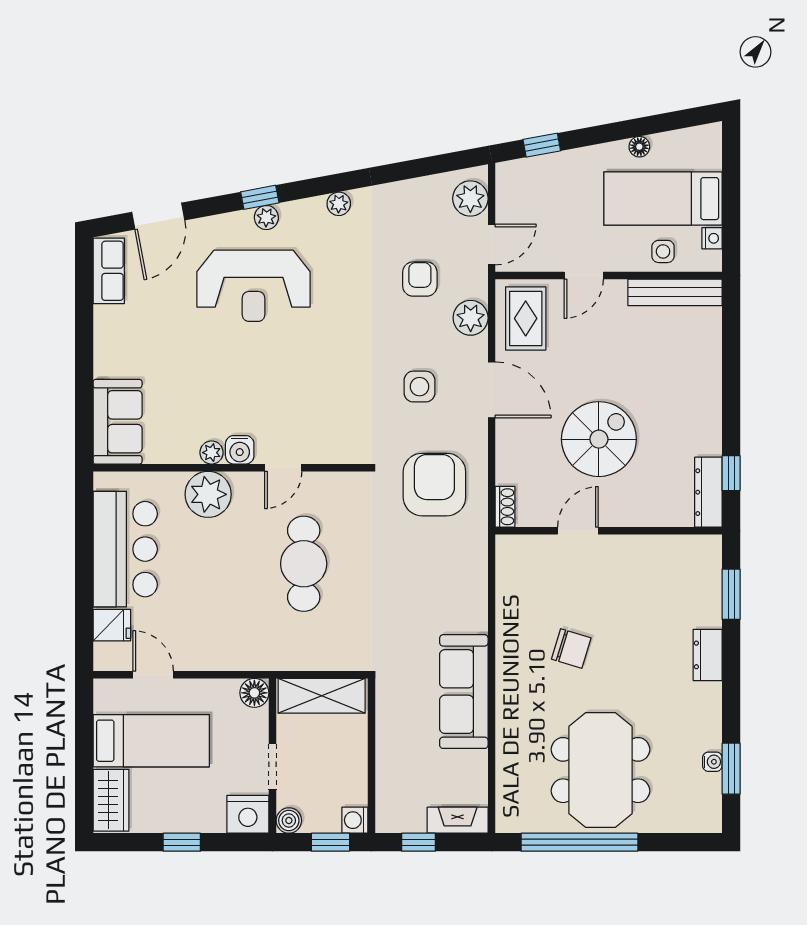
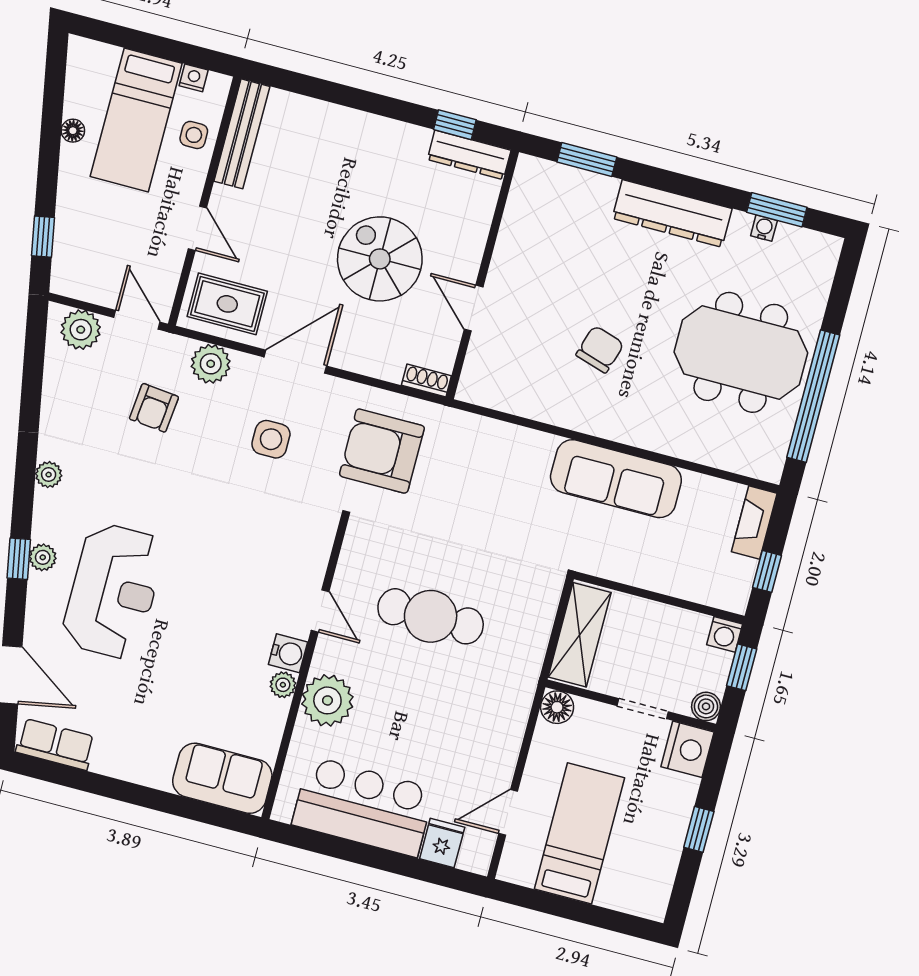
armchair: (420, 279) -> (154, 408), turned -84
dresser: (708, 655) -> (672, 213), width x1.96, depth x1.24
wardrobe: (111, 800) -> (633, 894), removed

